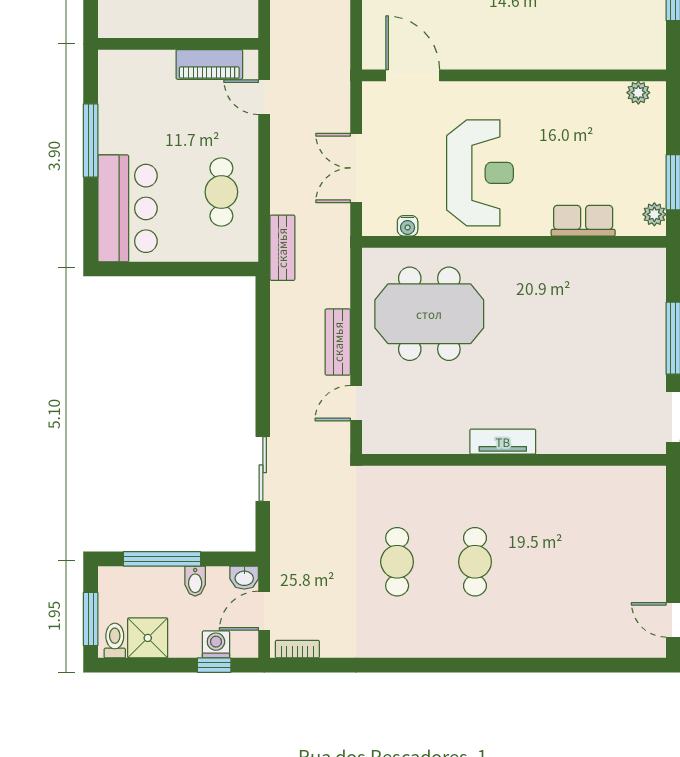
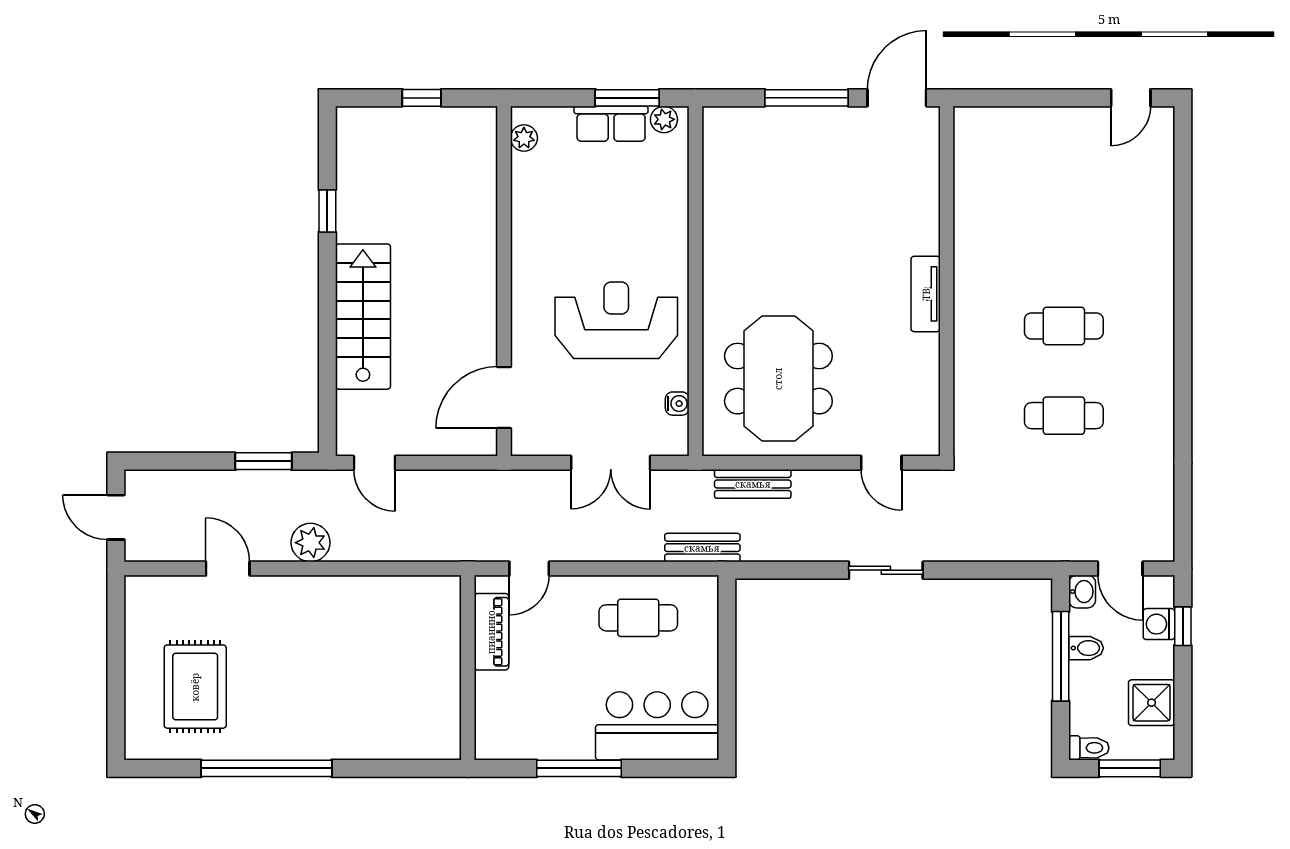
row of seats: (583, 221) -> (611, 124), moved, turned -90
bench: (338, 342) -> (753, 484), moved
sliding door: (263, 469) -> (886, 570), moved
window: (162, 559) -> (1061, 656), moved
toilet: (115, 641) -> (1089, 748), moved, turned 180
bookcase: (297, 649) -> (1164, 530), removed

